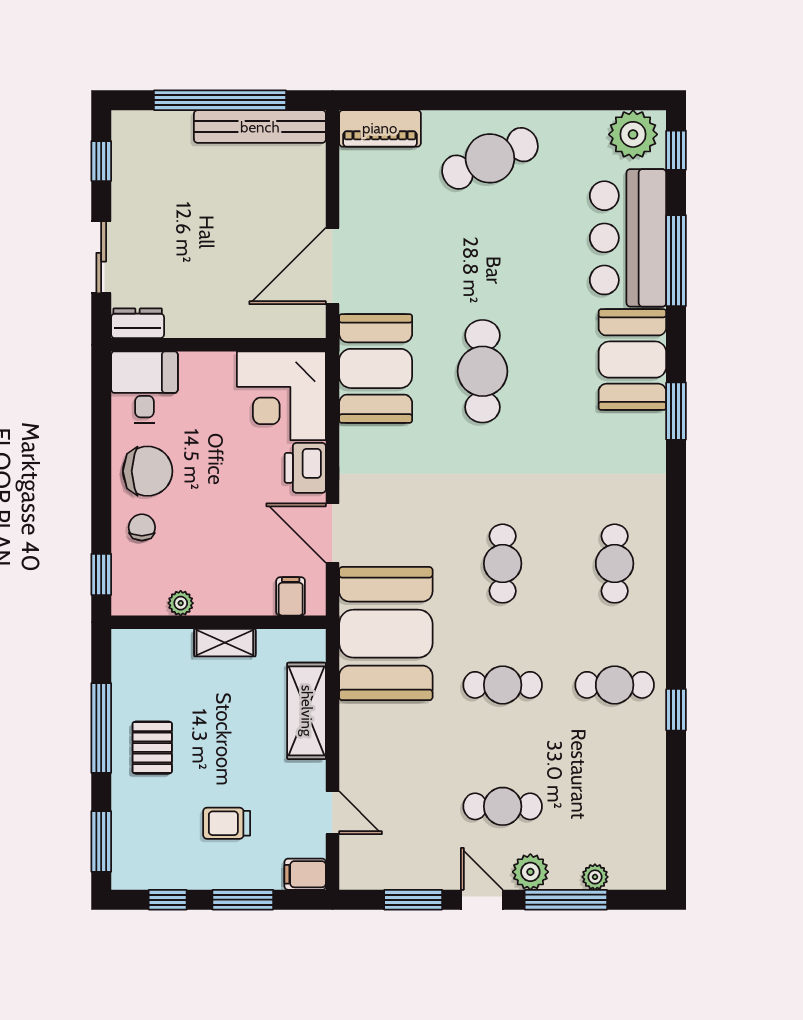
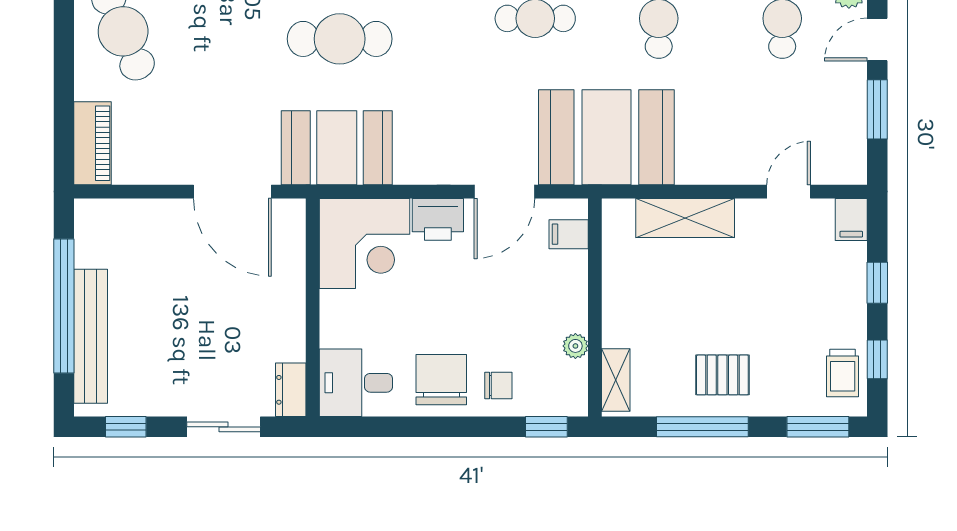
bench: (260, 127) -> (91, 336), moved
chair: (142, 527) -> (498, 385), turned 180
shelving: (225, 643) -> (616, 380), moved
trolley: (227, 823) -> (843, 373), moved
window: (243, 900) -> (877, 283), width x0.67

